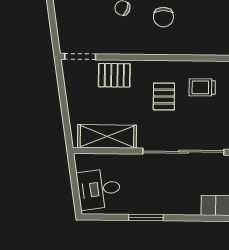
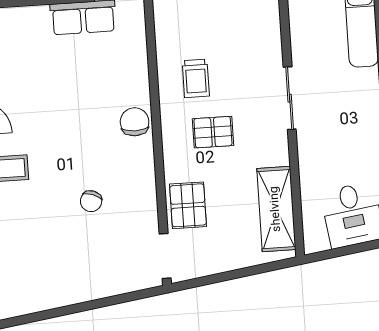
chair: (163, 17) -> (135, 122), moved, turned -90
sliding door: (183, 152) -> (290, 98), width x0.54

